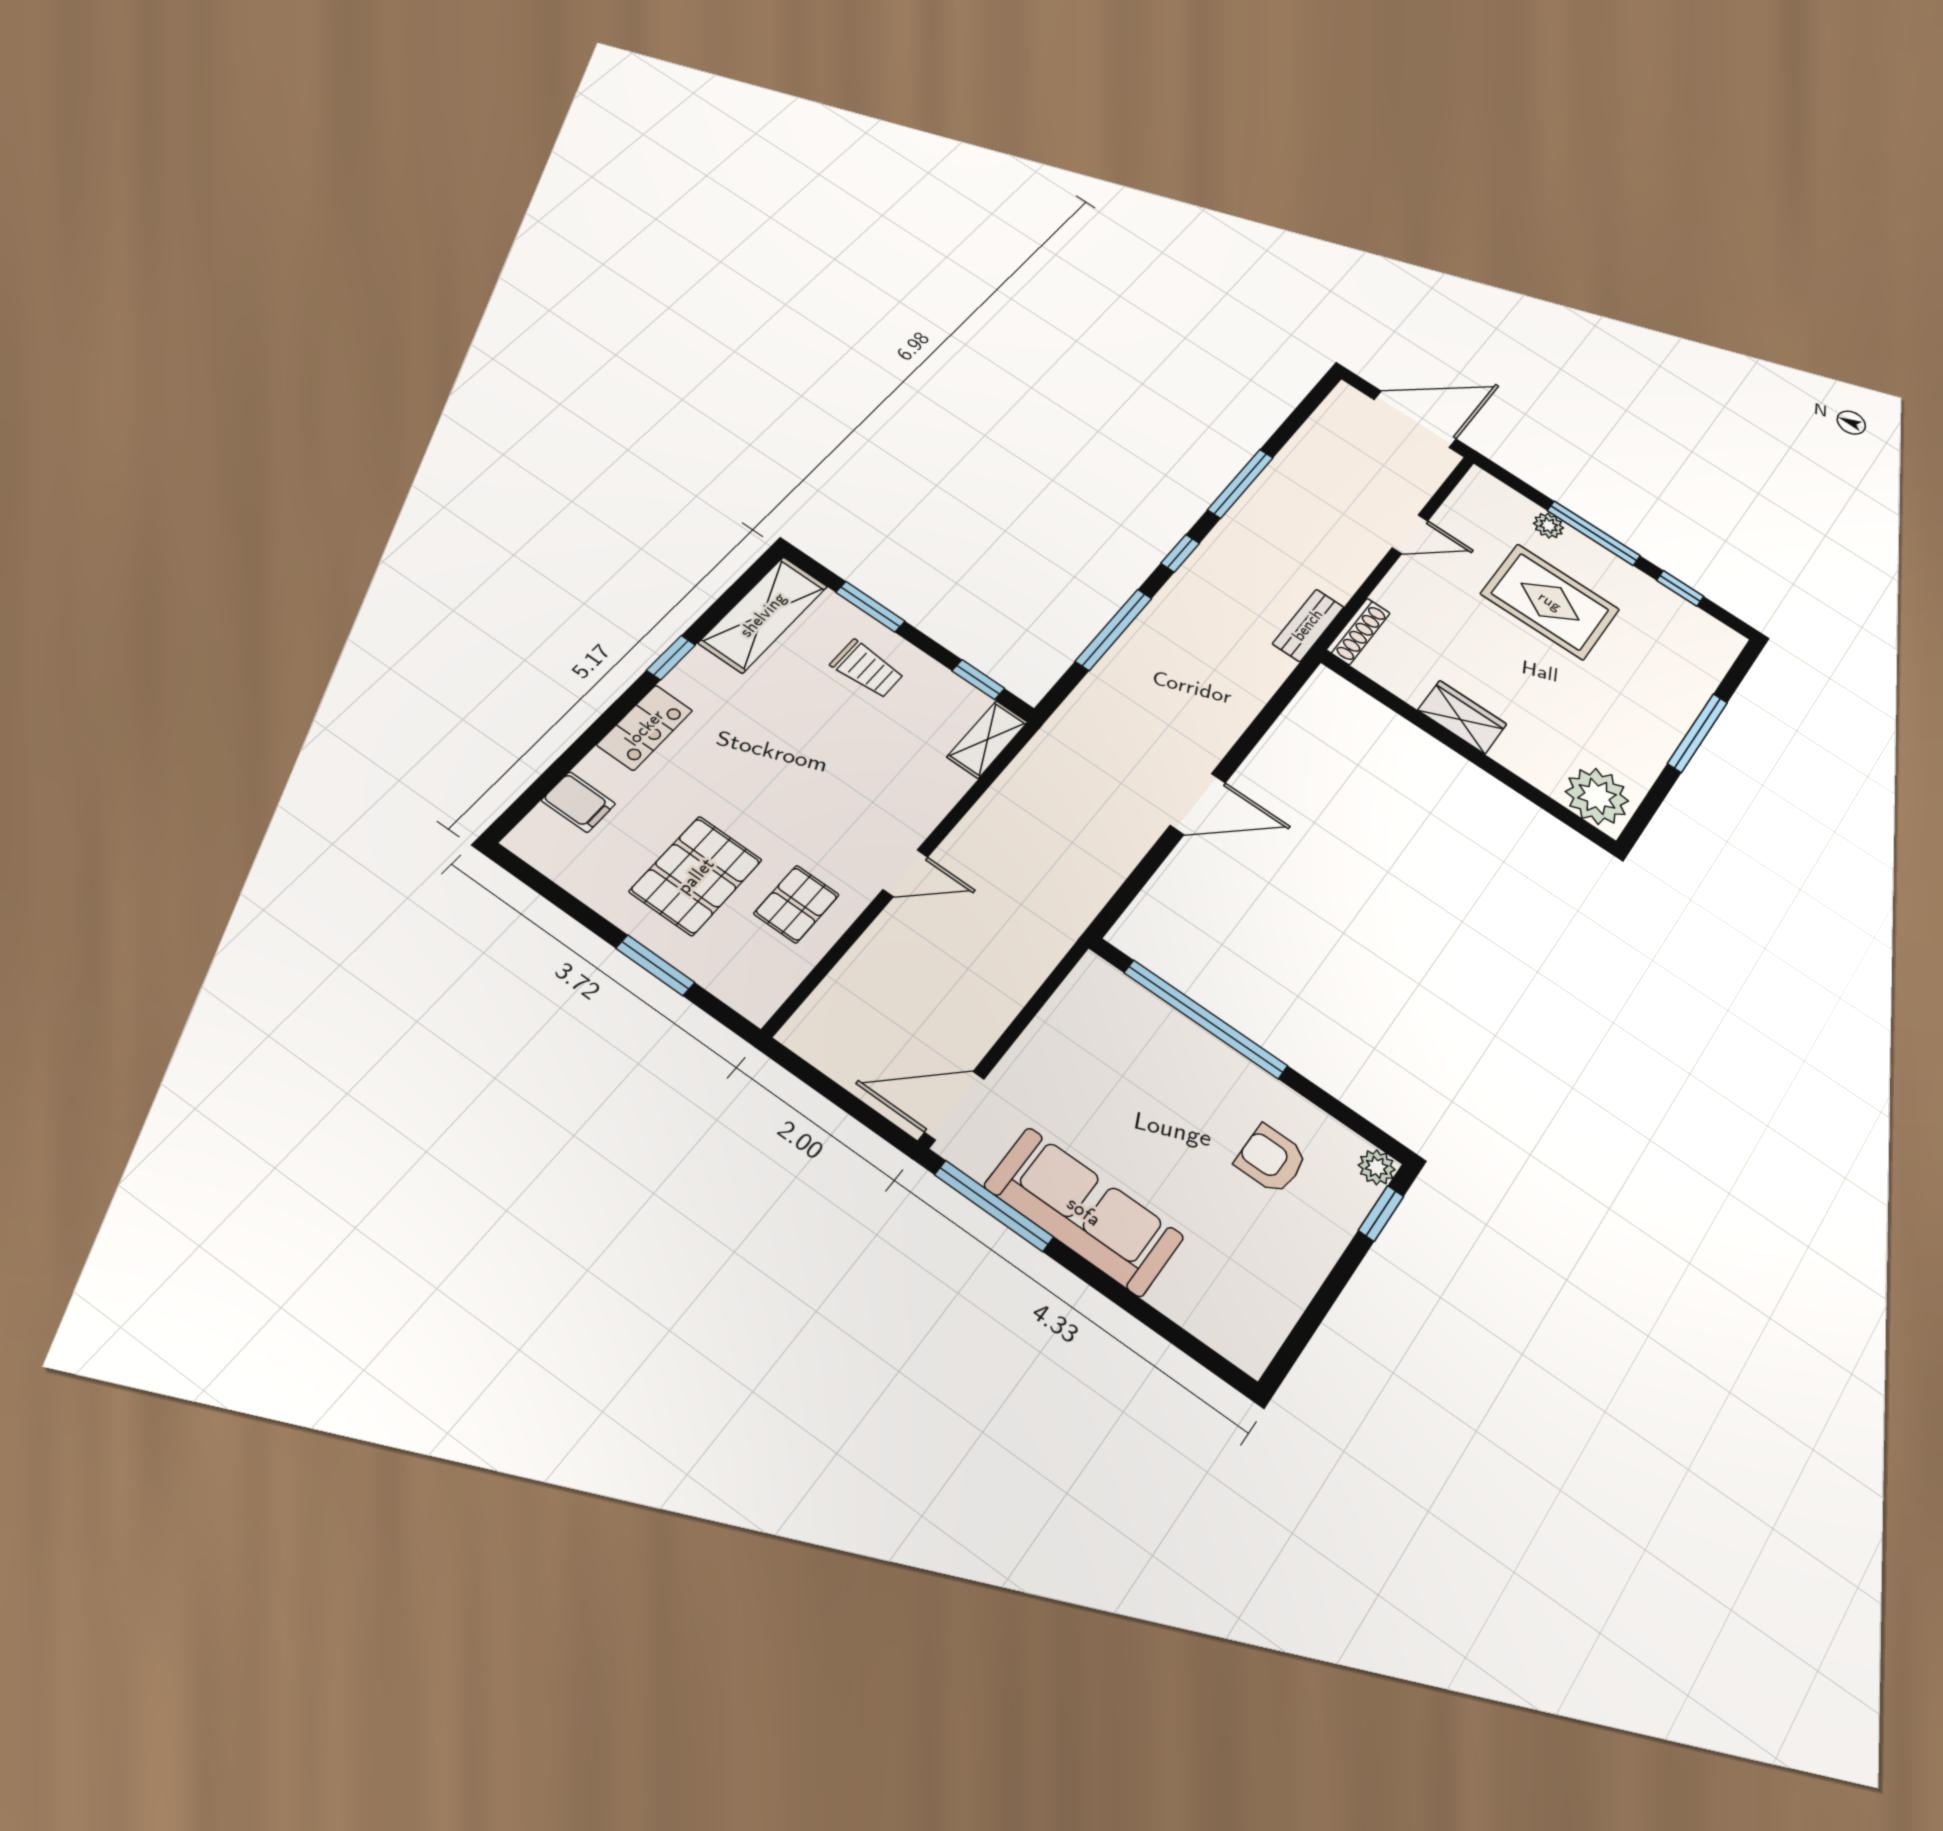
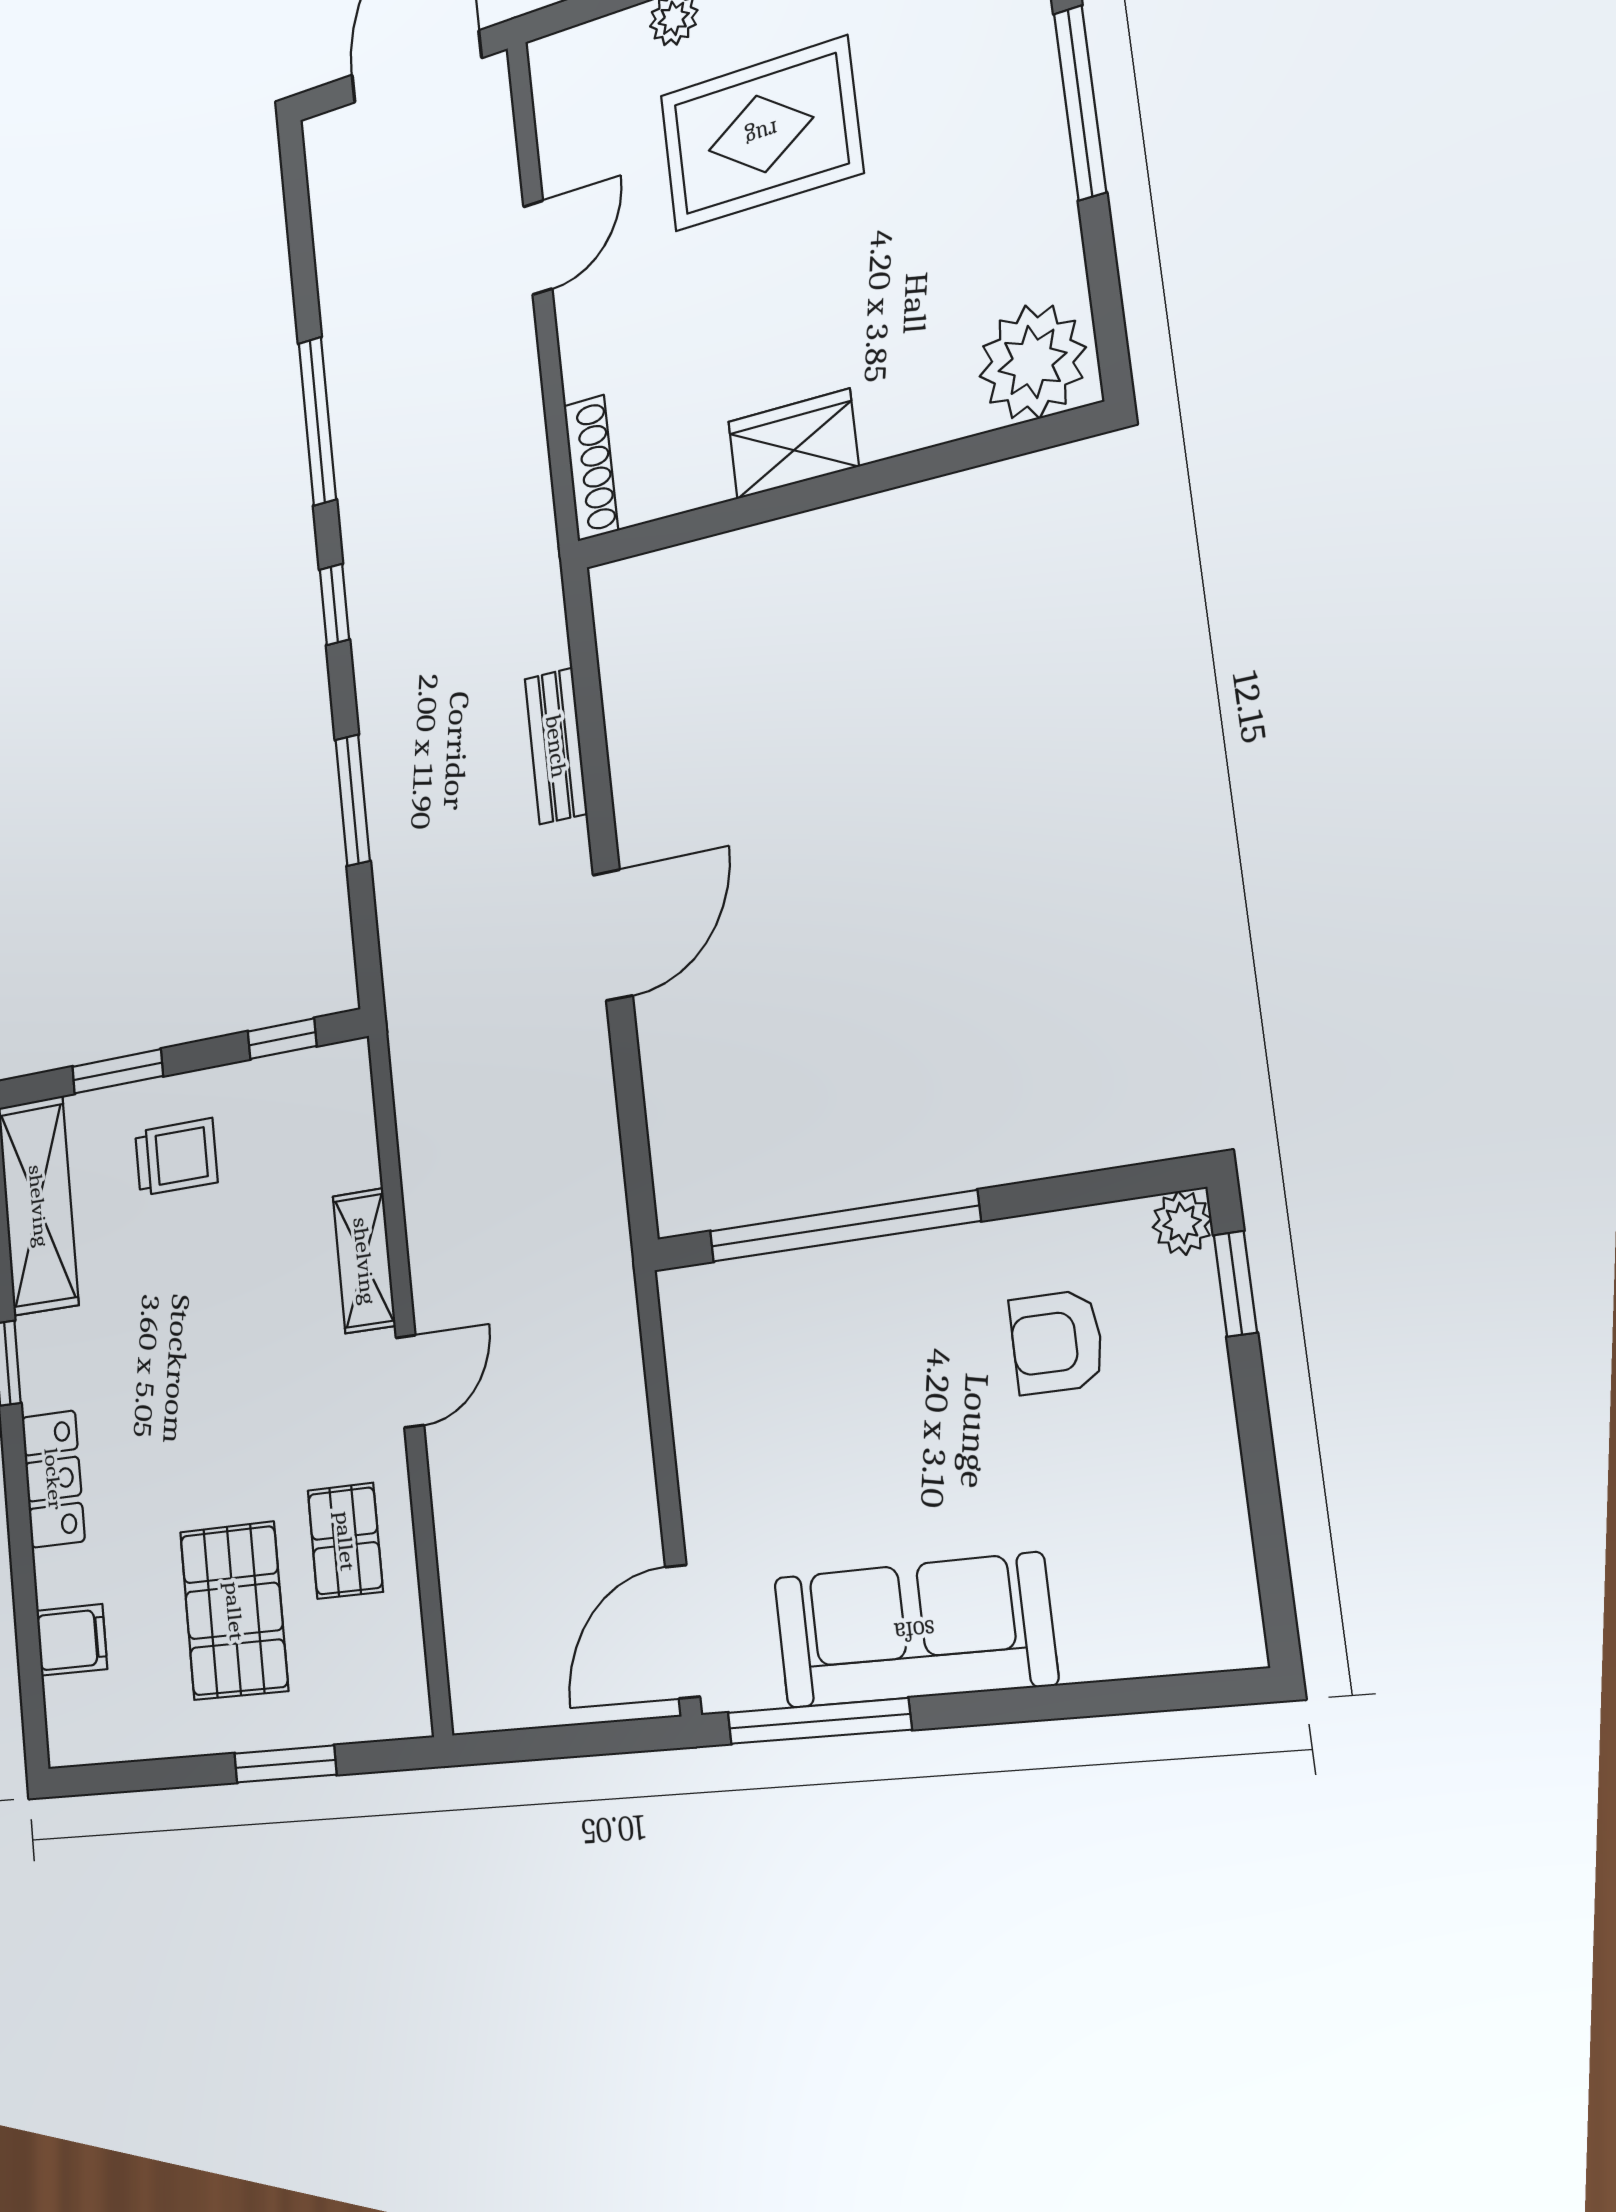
bench: (1308, 625) -> (556, 746), moved
window: (1114, 630) -> (353, 800), width x0.69
shelving: (987, 739) -> (364, 1261), moved

